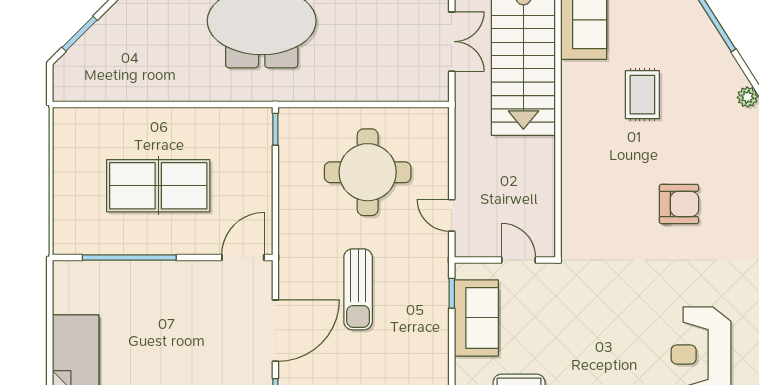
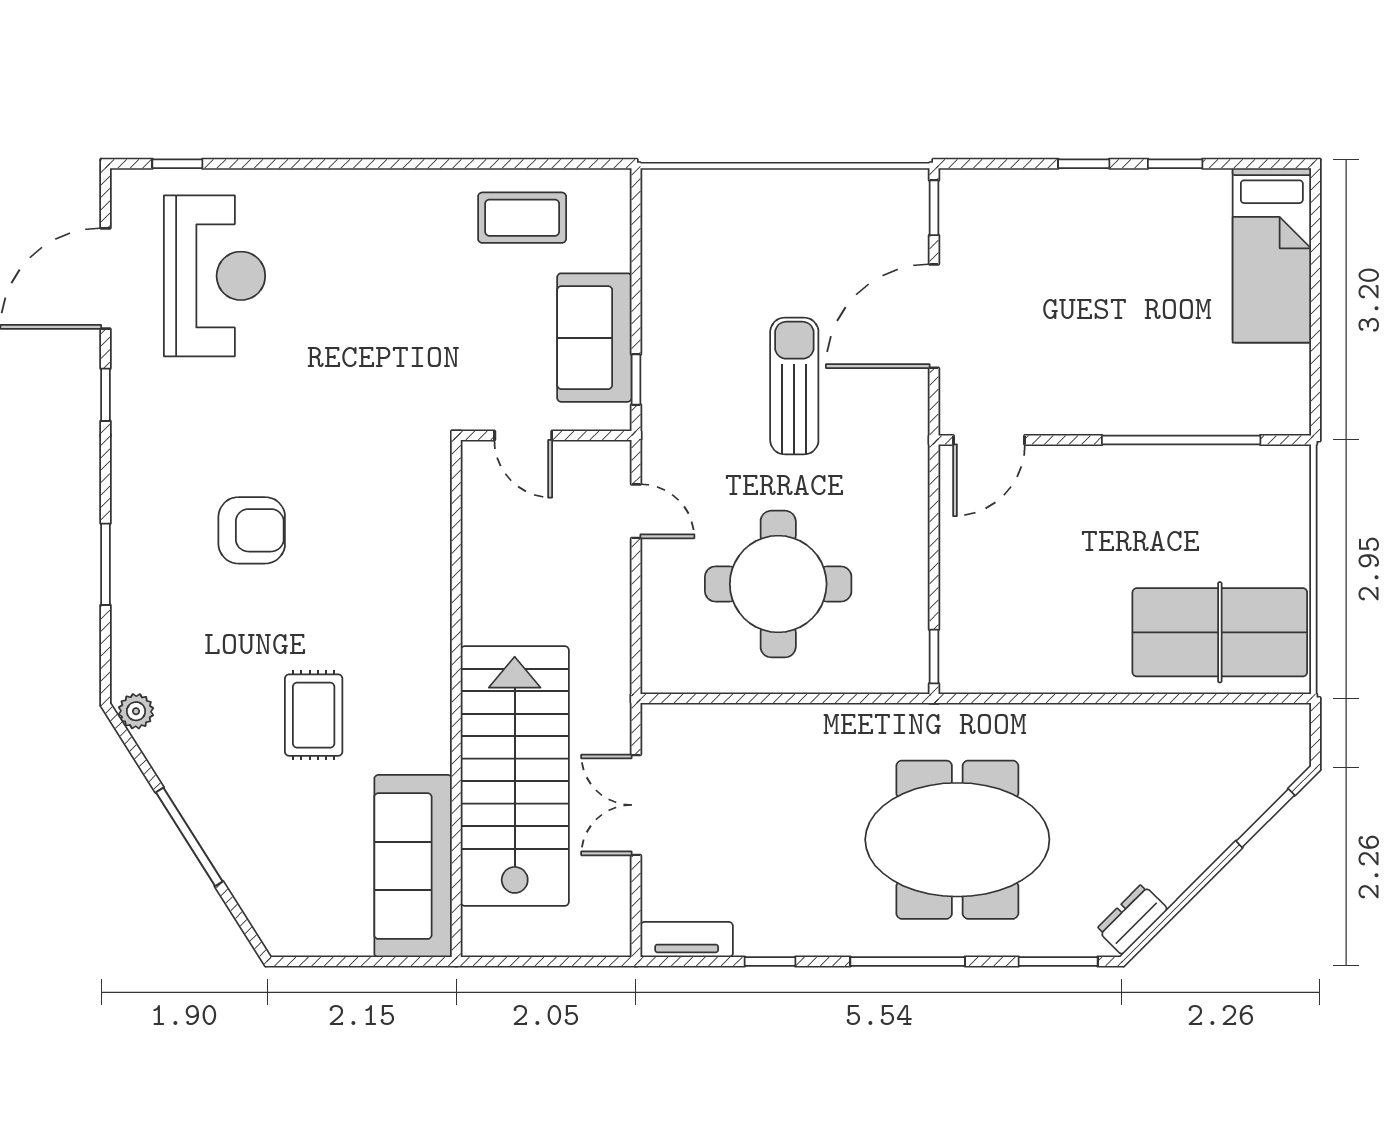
table tennis table: (158, 186) -> (1220, 632), moved
armchair: (679, 204) -> (252, 530), turned 180

